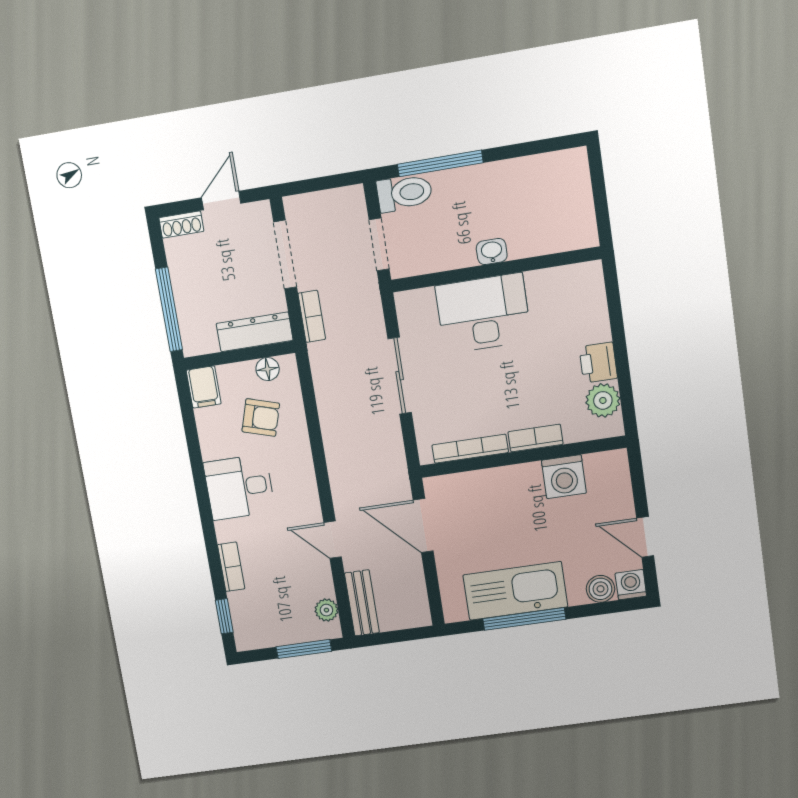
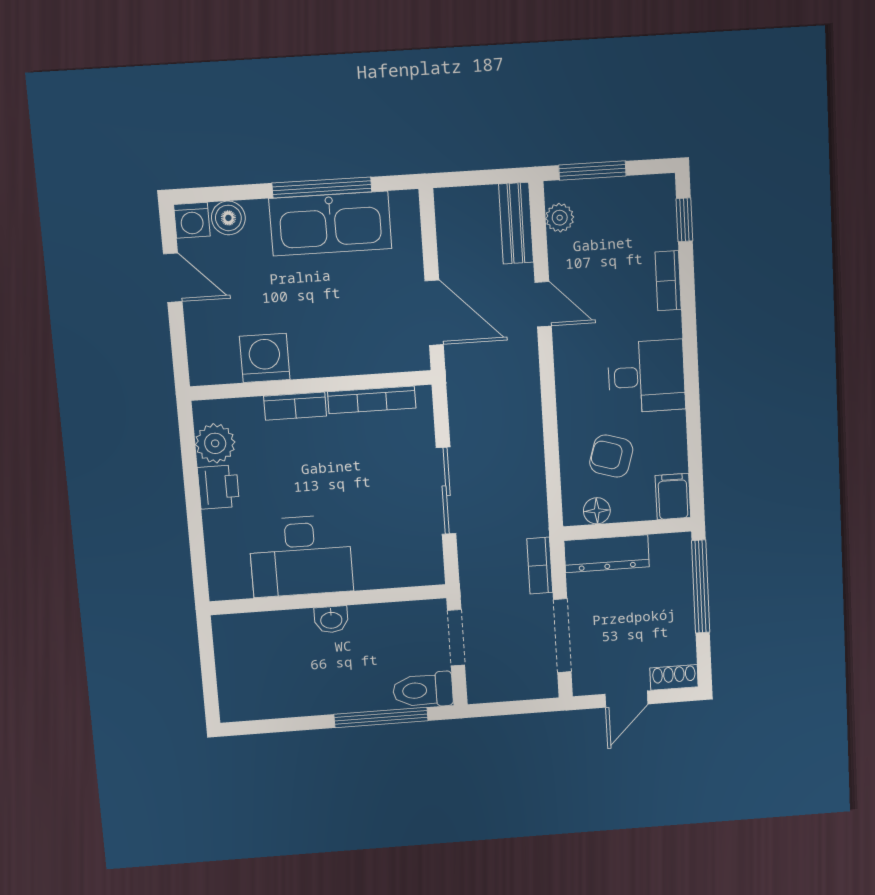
desk: (483, 313) -> (301, 556), moved

